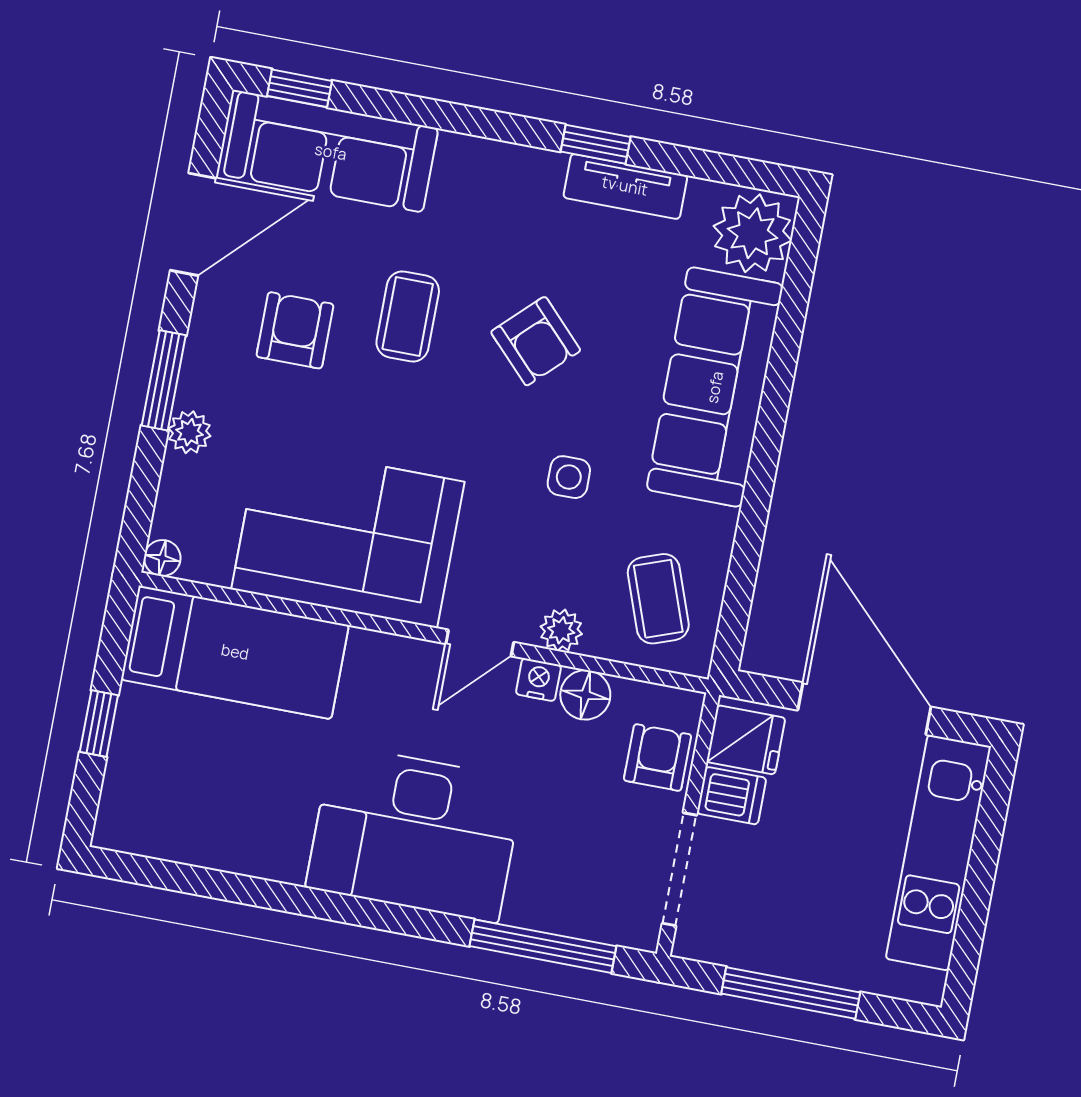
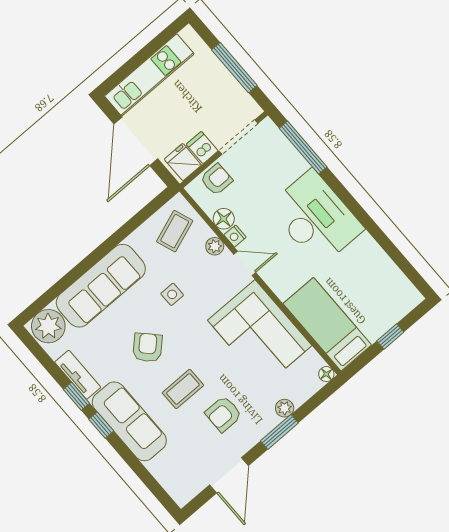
window: (300, 88) -> (101, 425), moved
sofa: (331, 152) -> (129, 421), moved
door: (193, 224) -> (229, 475), swing flipped
armchair: (658, 758) -> (216, 179), turned 180

